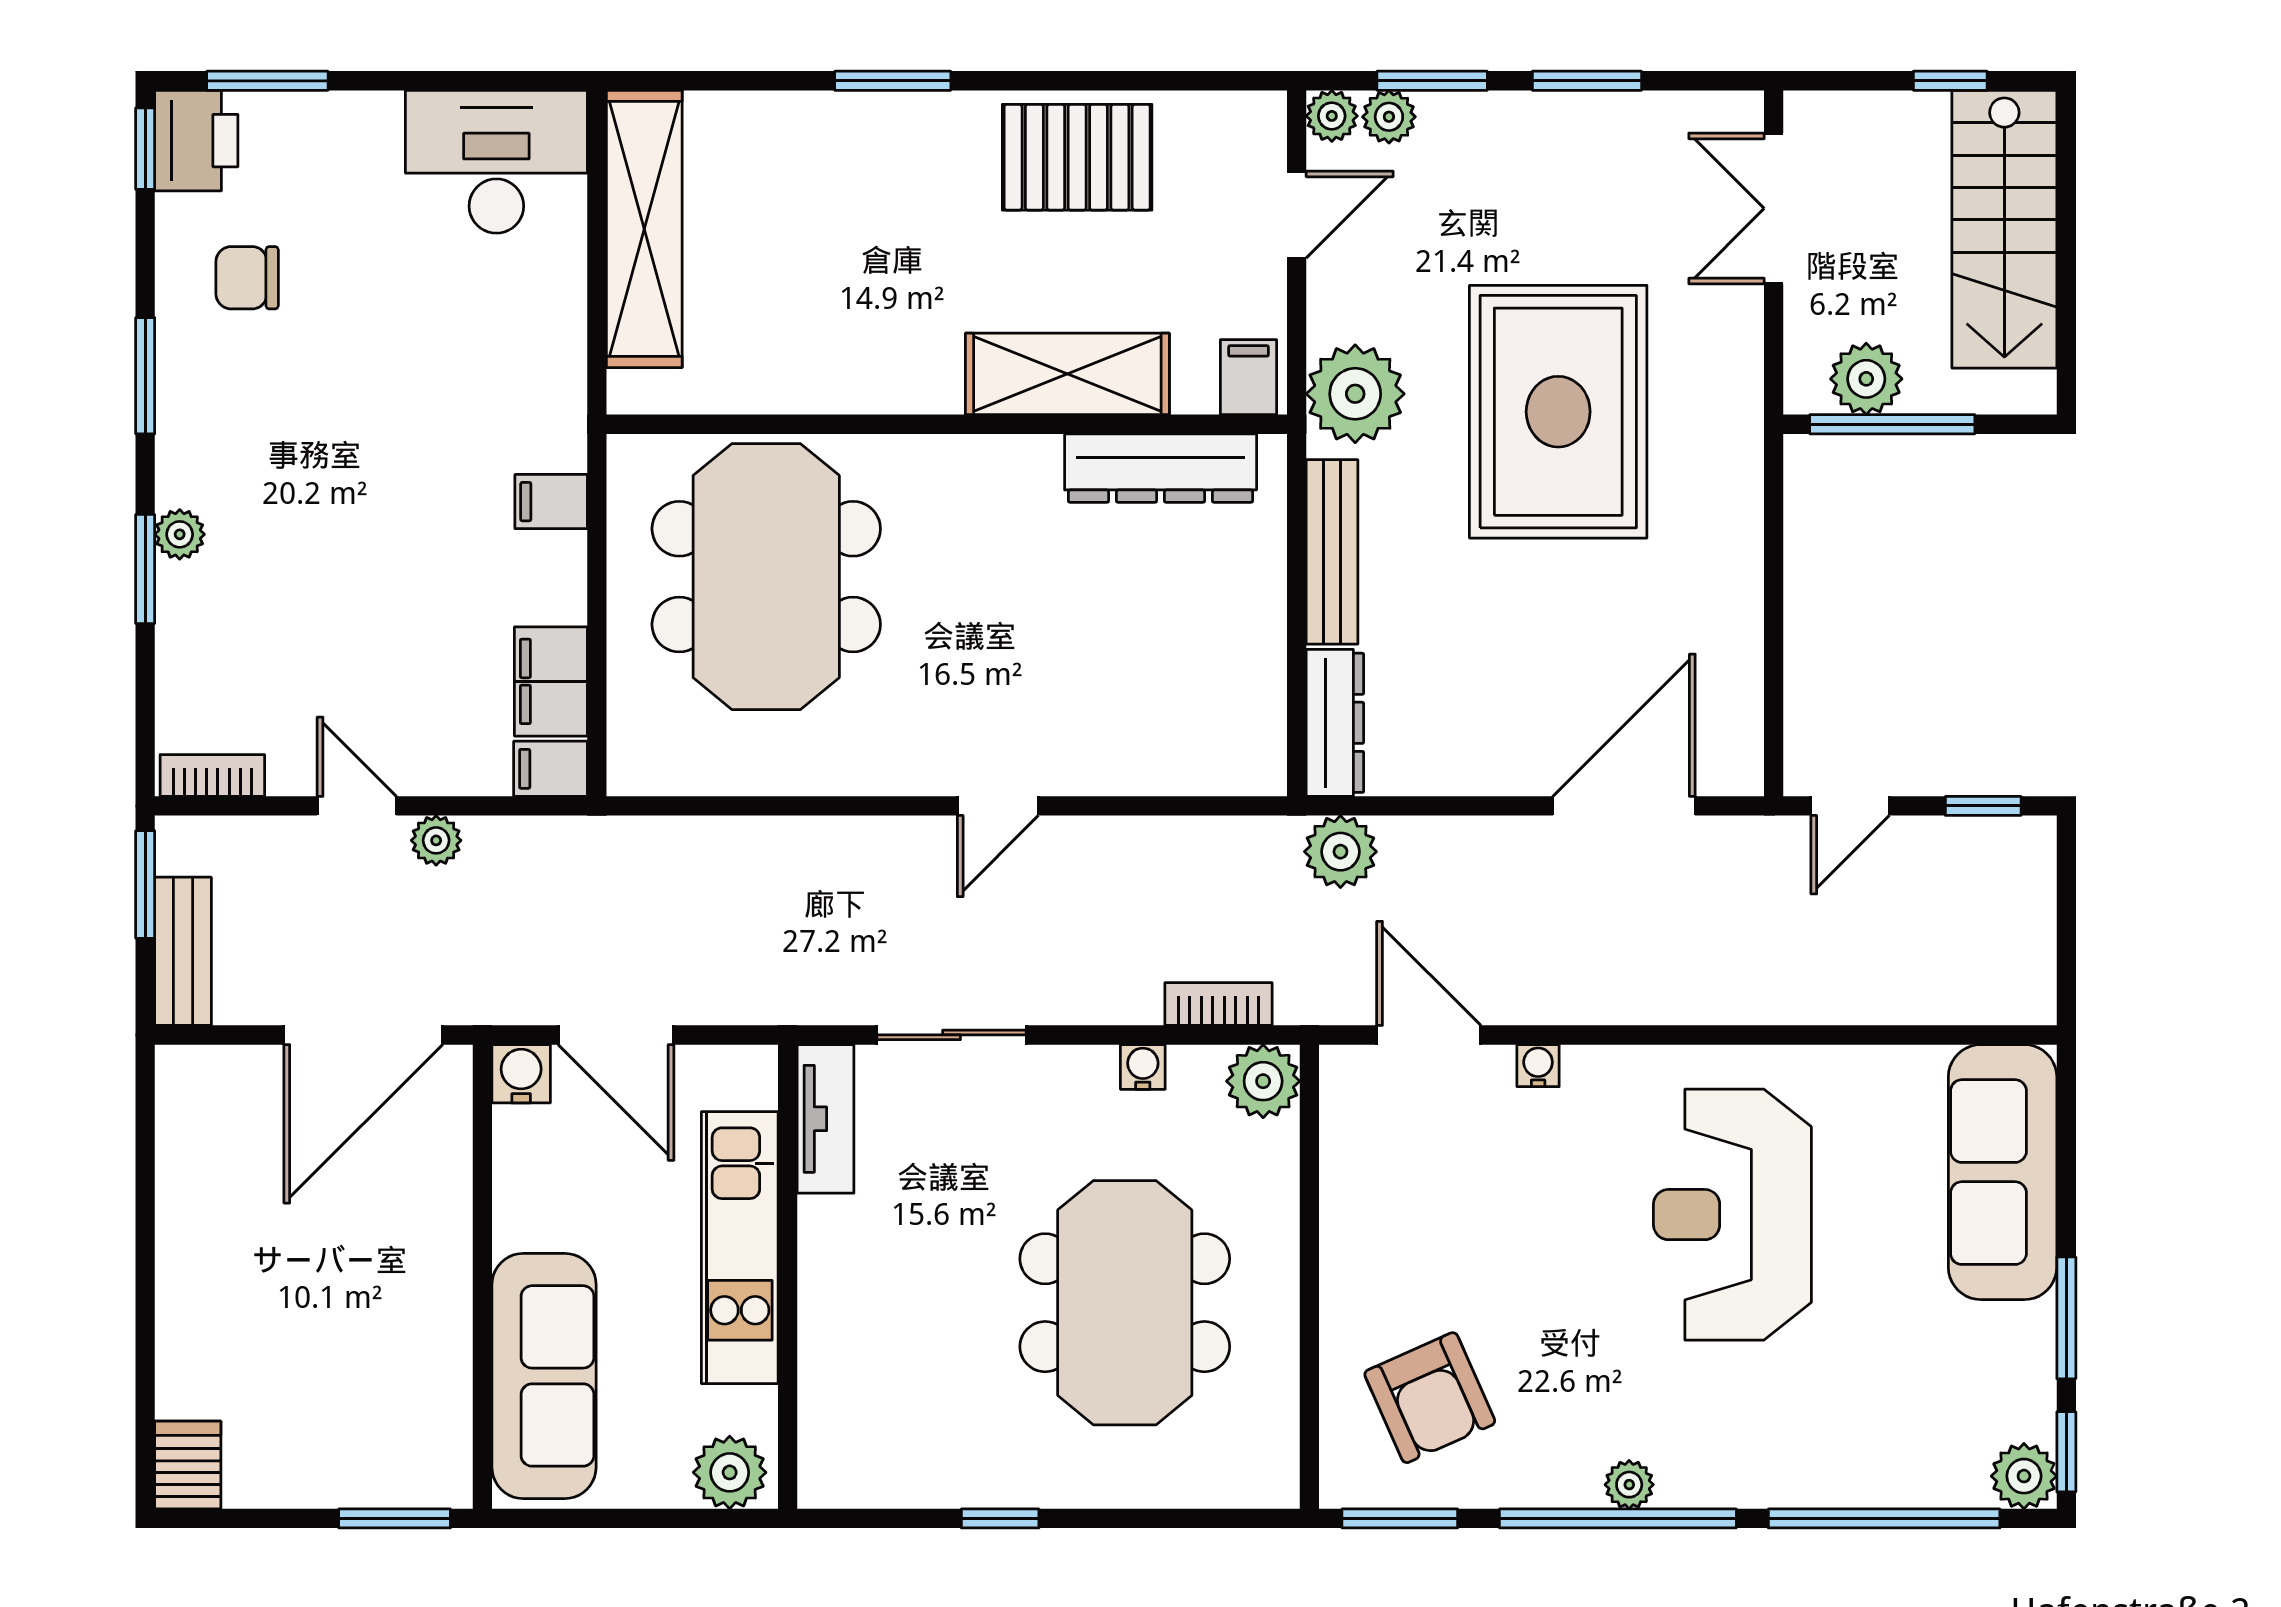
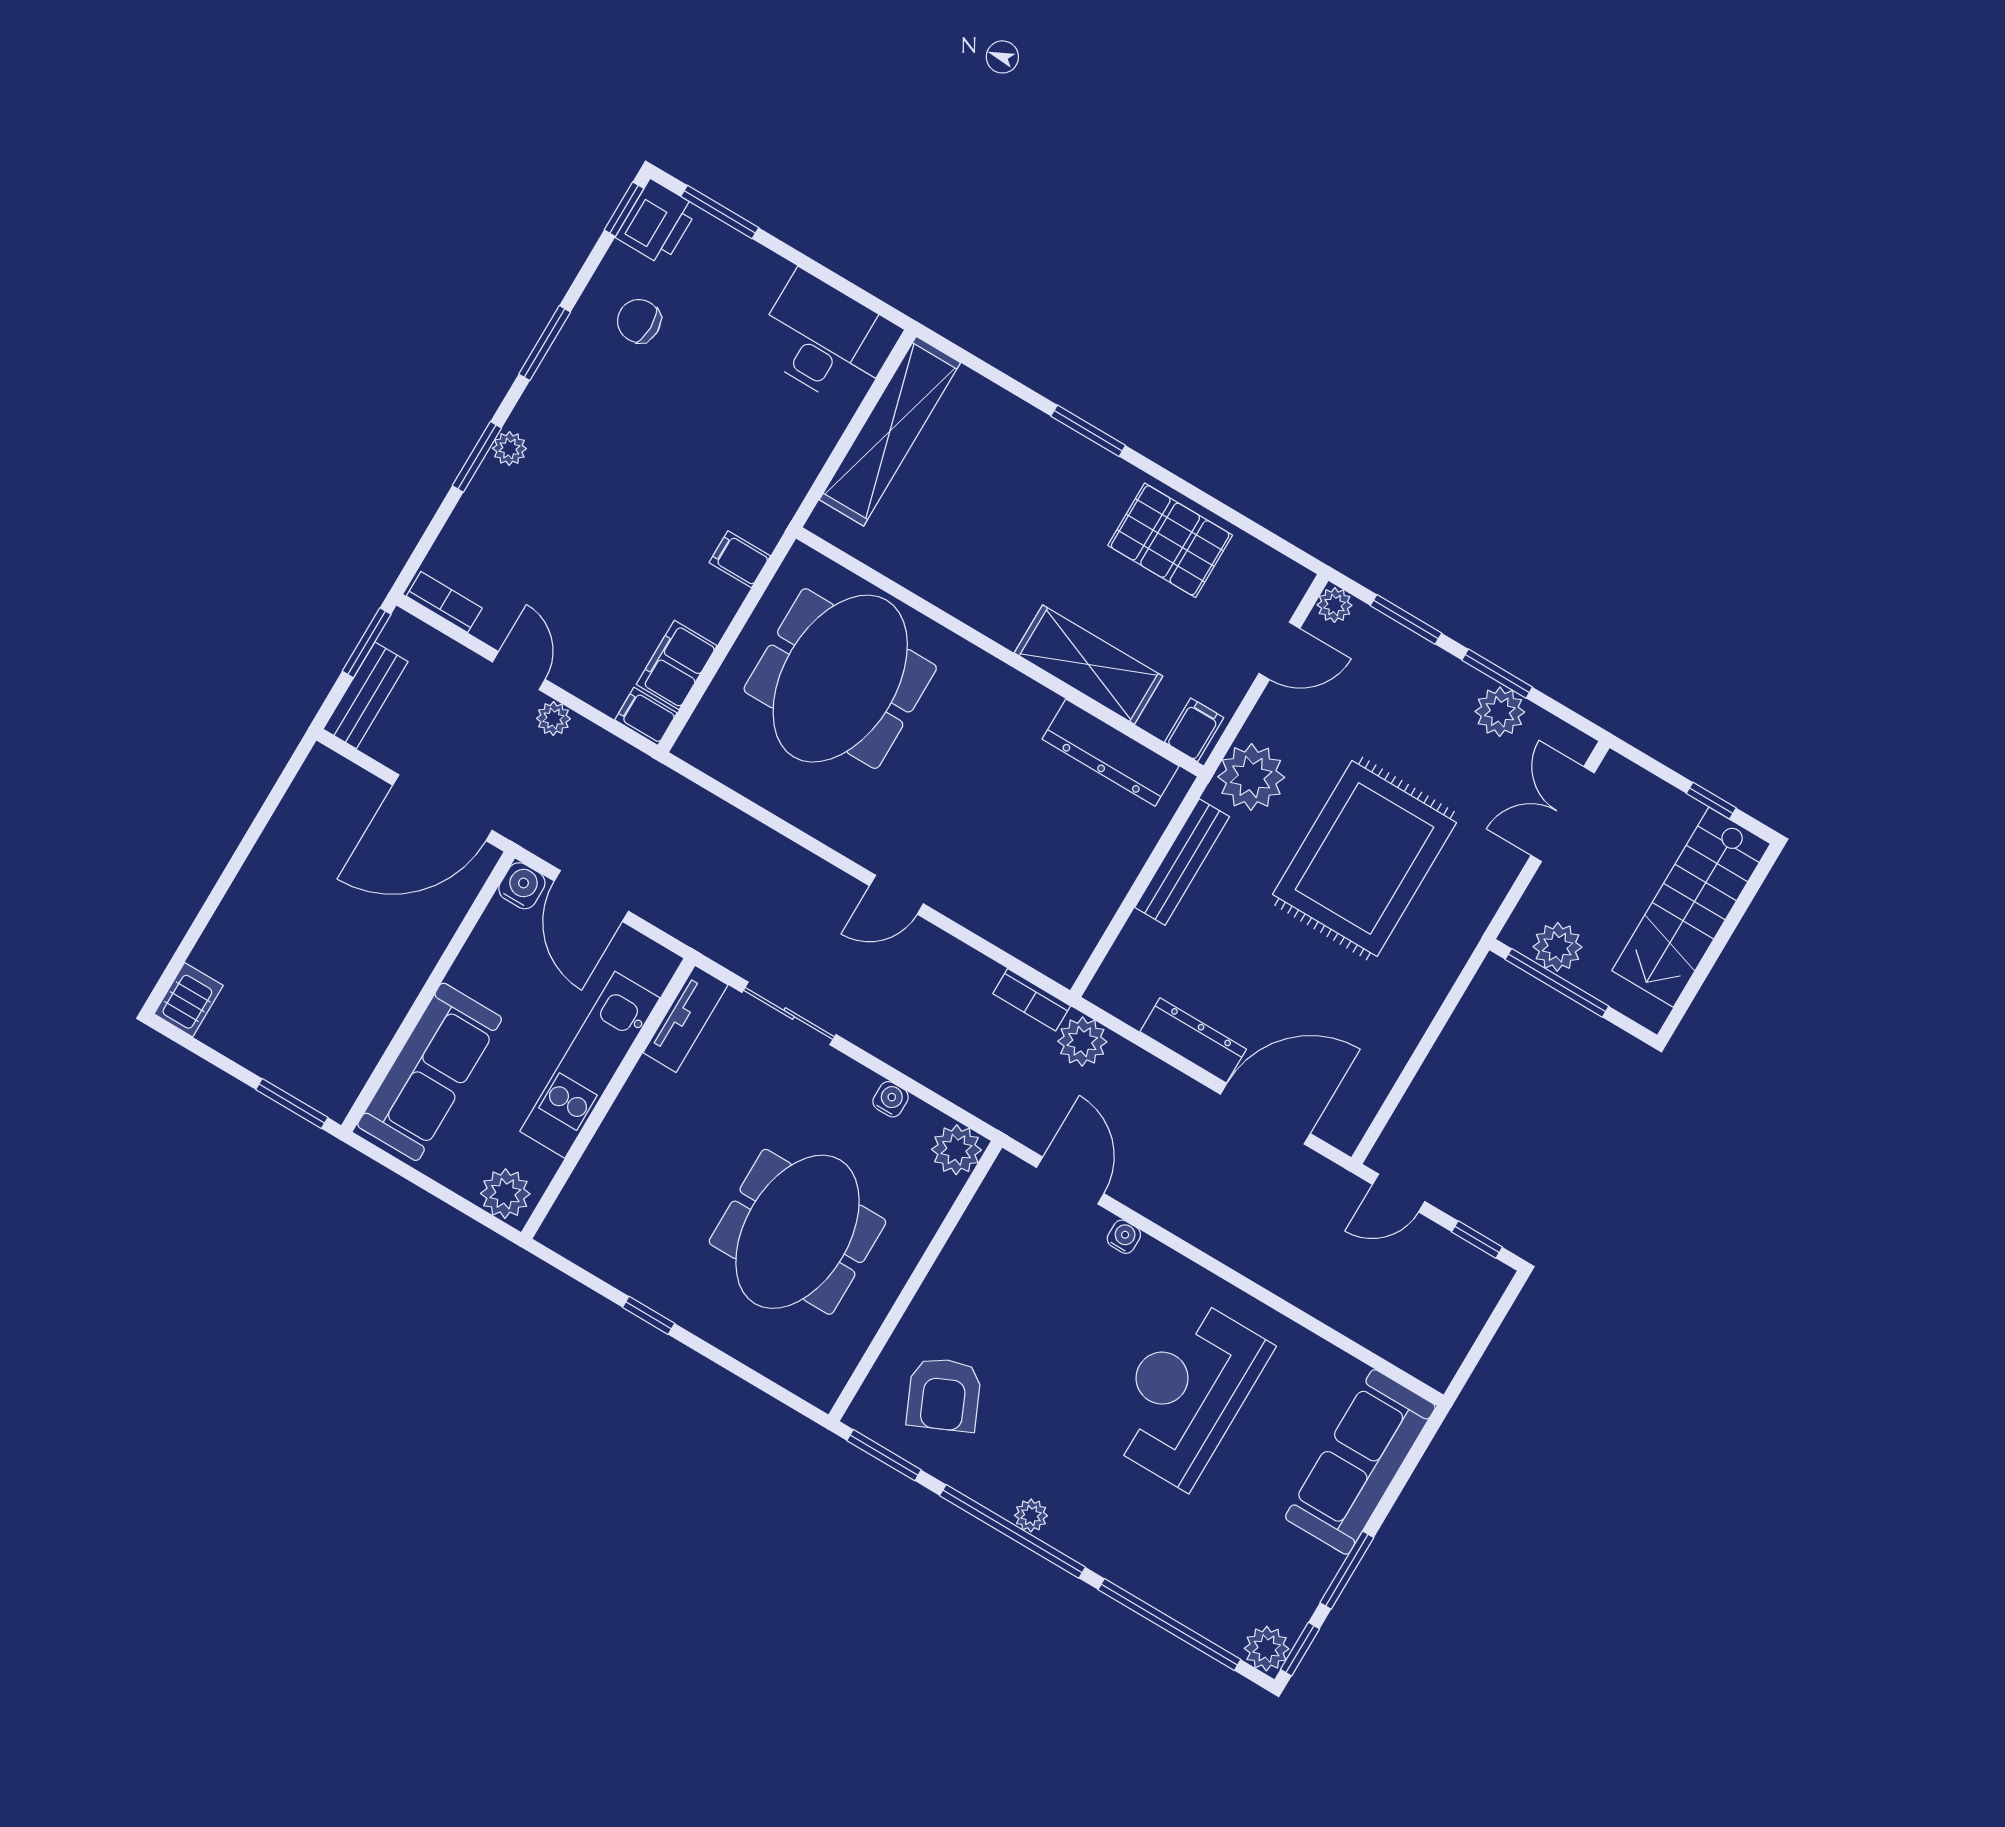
plant: (1389, 117) -> (1500, 712), moved, width x1.38, depth x1.38
dresser: (1335, 723) -> (1193, 1040), moved, turned -90
bookcase: (1219, 1004) -> (1032, 1000), moved, turned 180

